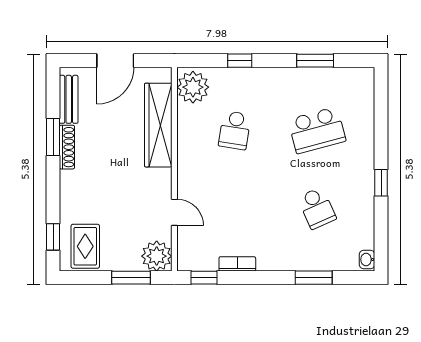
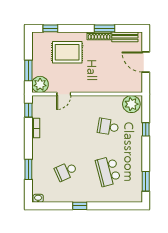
window: (315, 61) -> (146, 181), moved
wardrobe: (158, 125) -> (111, 85), removed
rug: (85, 246) -> (67, 52), moved, width x1.36, depth x1.43

